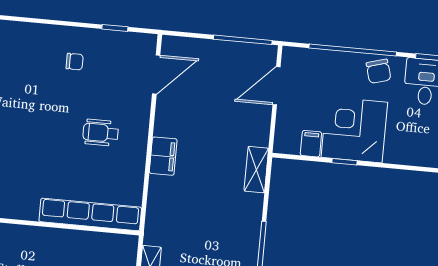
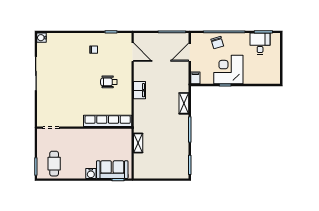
chair: (379, 71) -> (217, 43), moved
door: (156, 75) -> (133, 52), hinge flipped
filing cabinet: (311, 144) -> (195, 78), moved
shelving: (256, 170) -> (184, 103), moved

